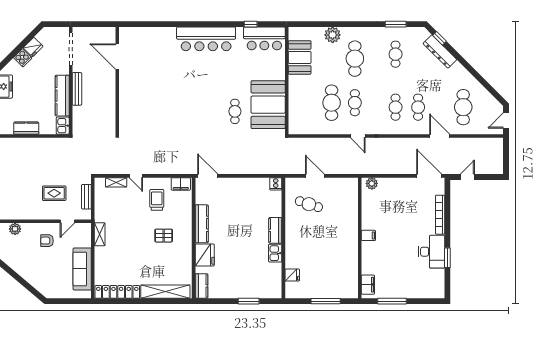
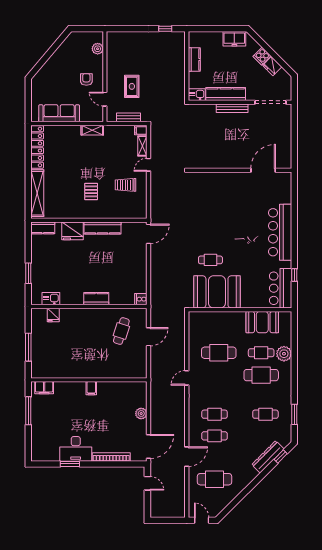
door: (117, 57) -> (263, 170), moved
wall: (117, 81) -> (240, 170), moved
cafe table: (355, 103) -> (261, 353), moved
plant: (372, 183) -> (141, 414), moved
filing cabinet: (181, 184) -> (141, 130), moved, width x0.50
trolley: (157, 200) -> (125, 185), turned 180
kitchen sink: (275, 253) -> (51, 299), moved

